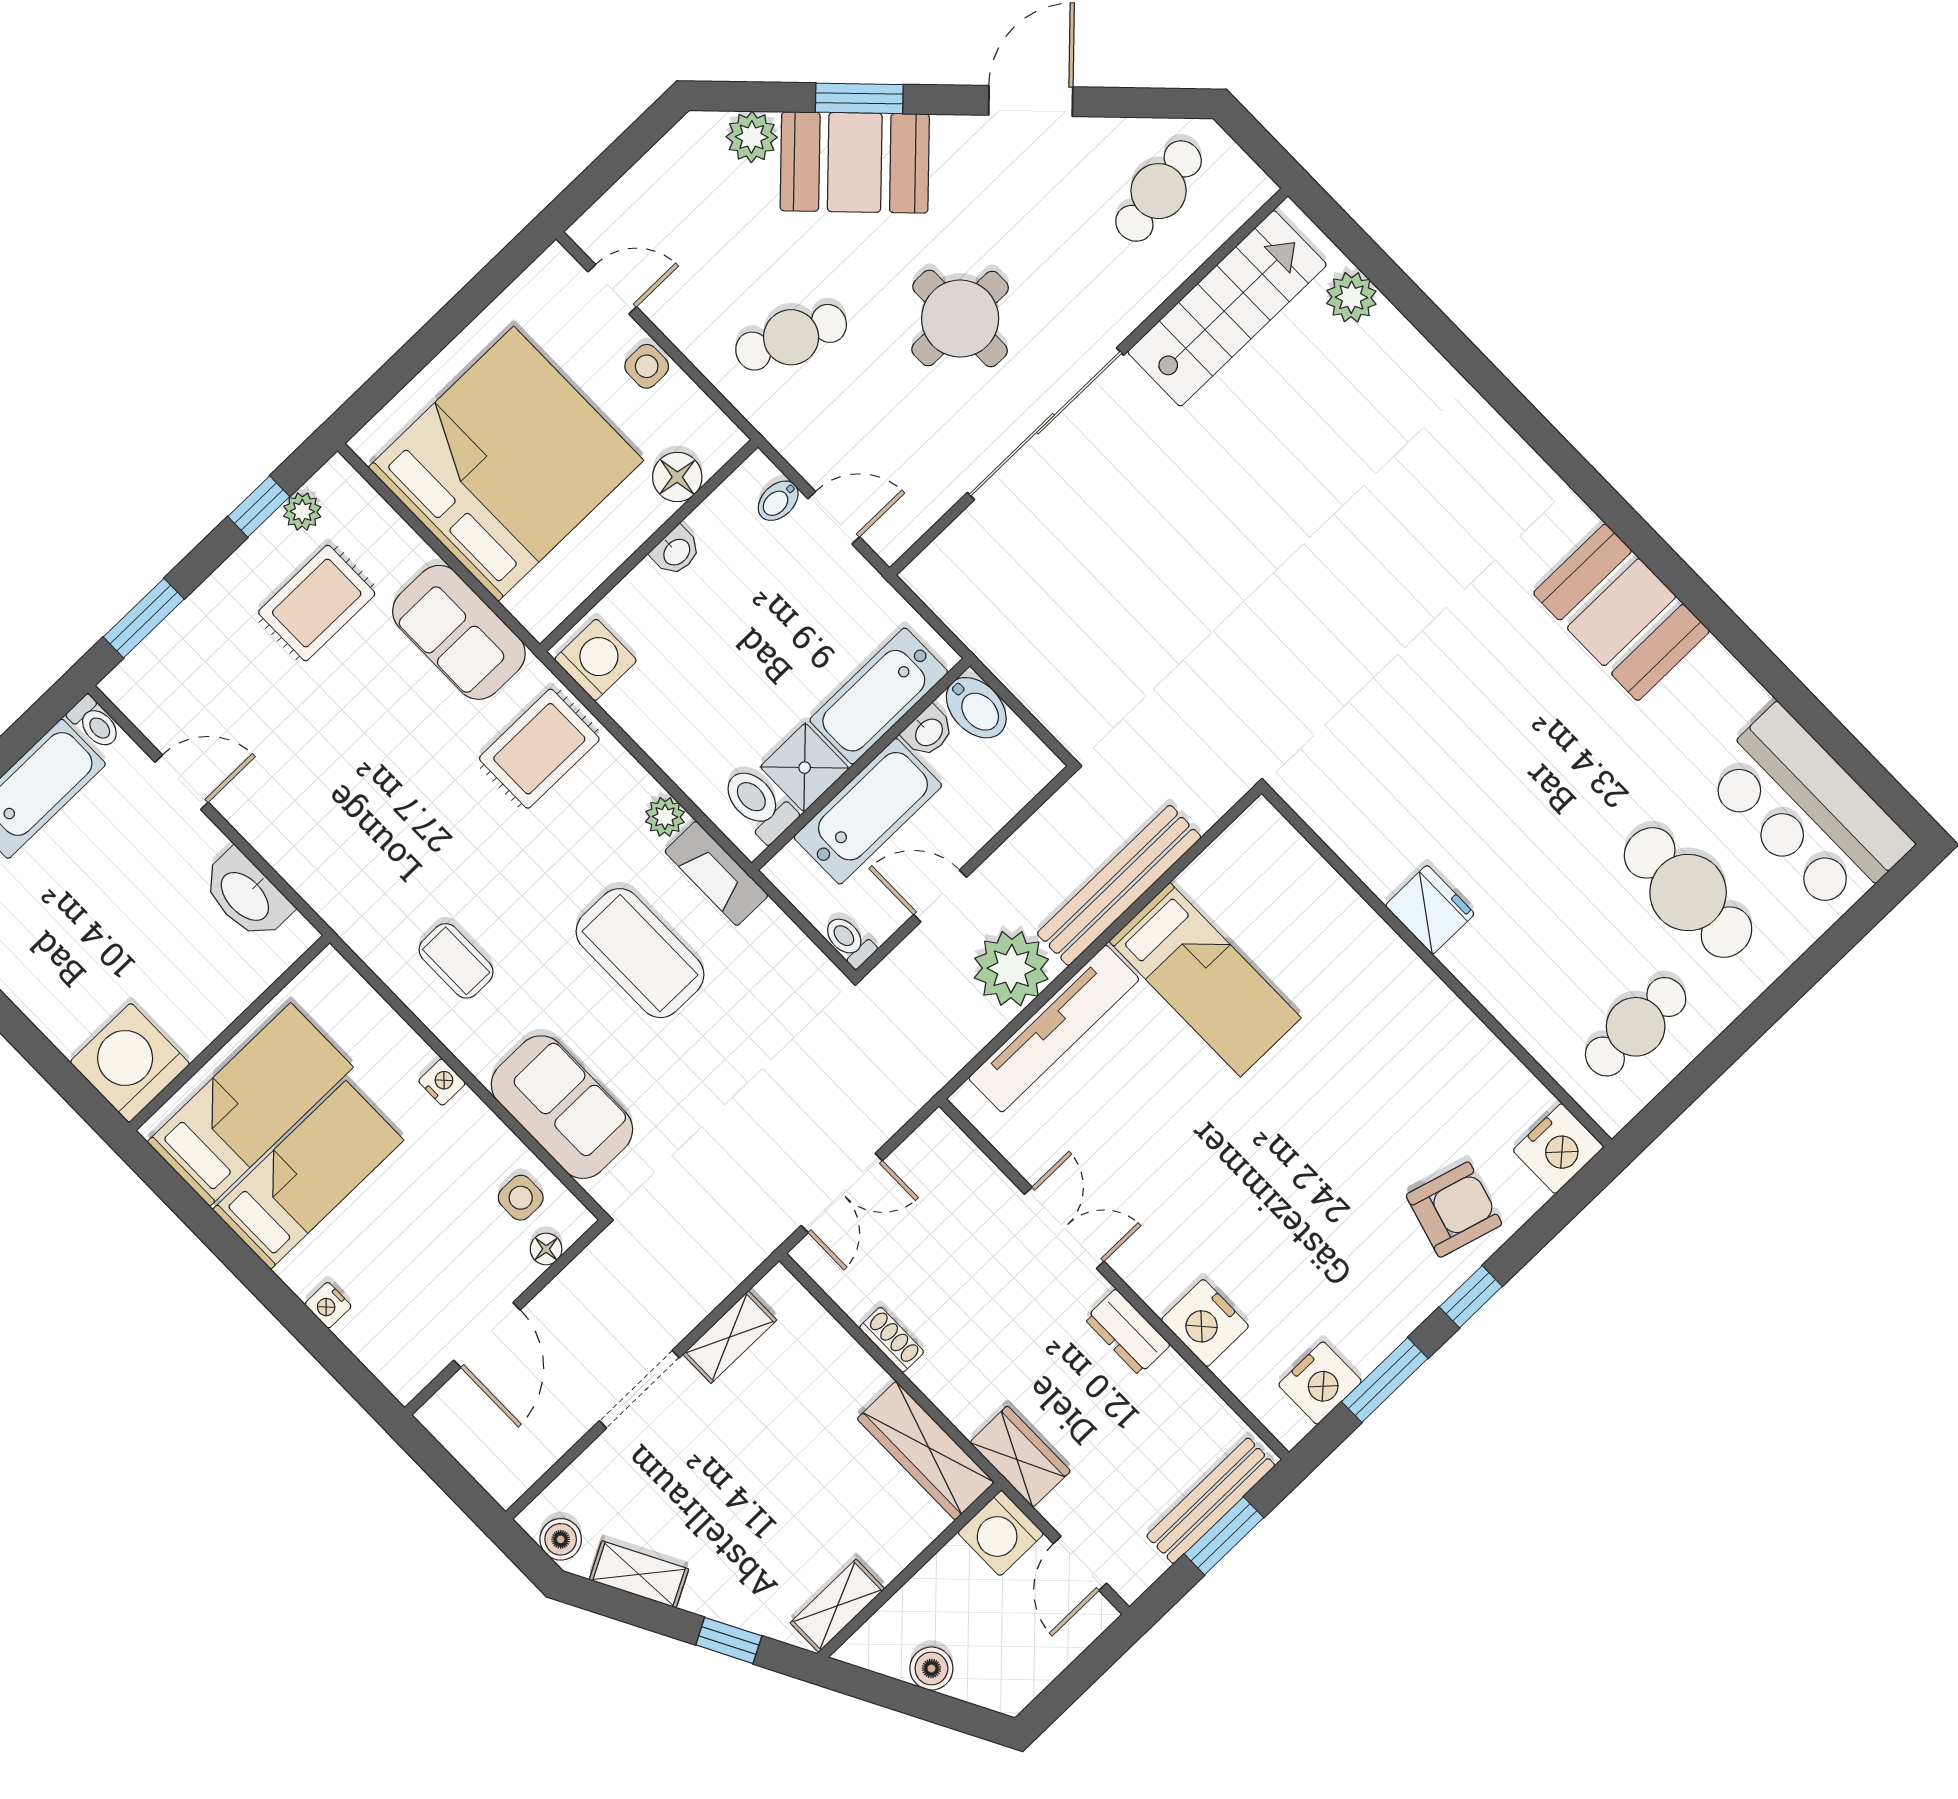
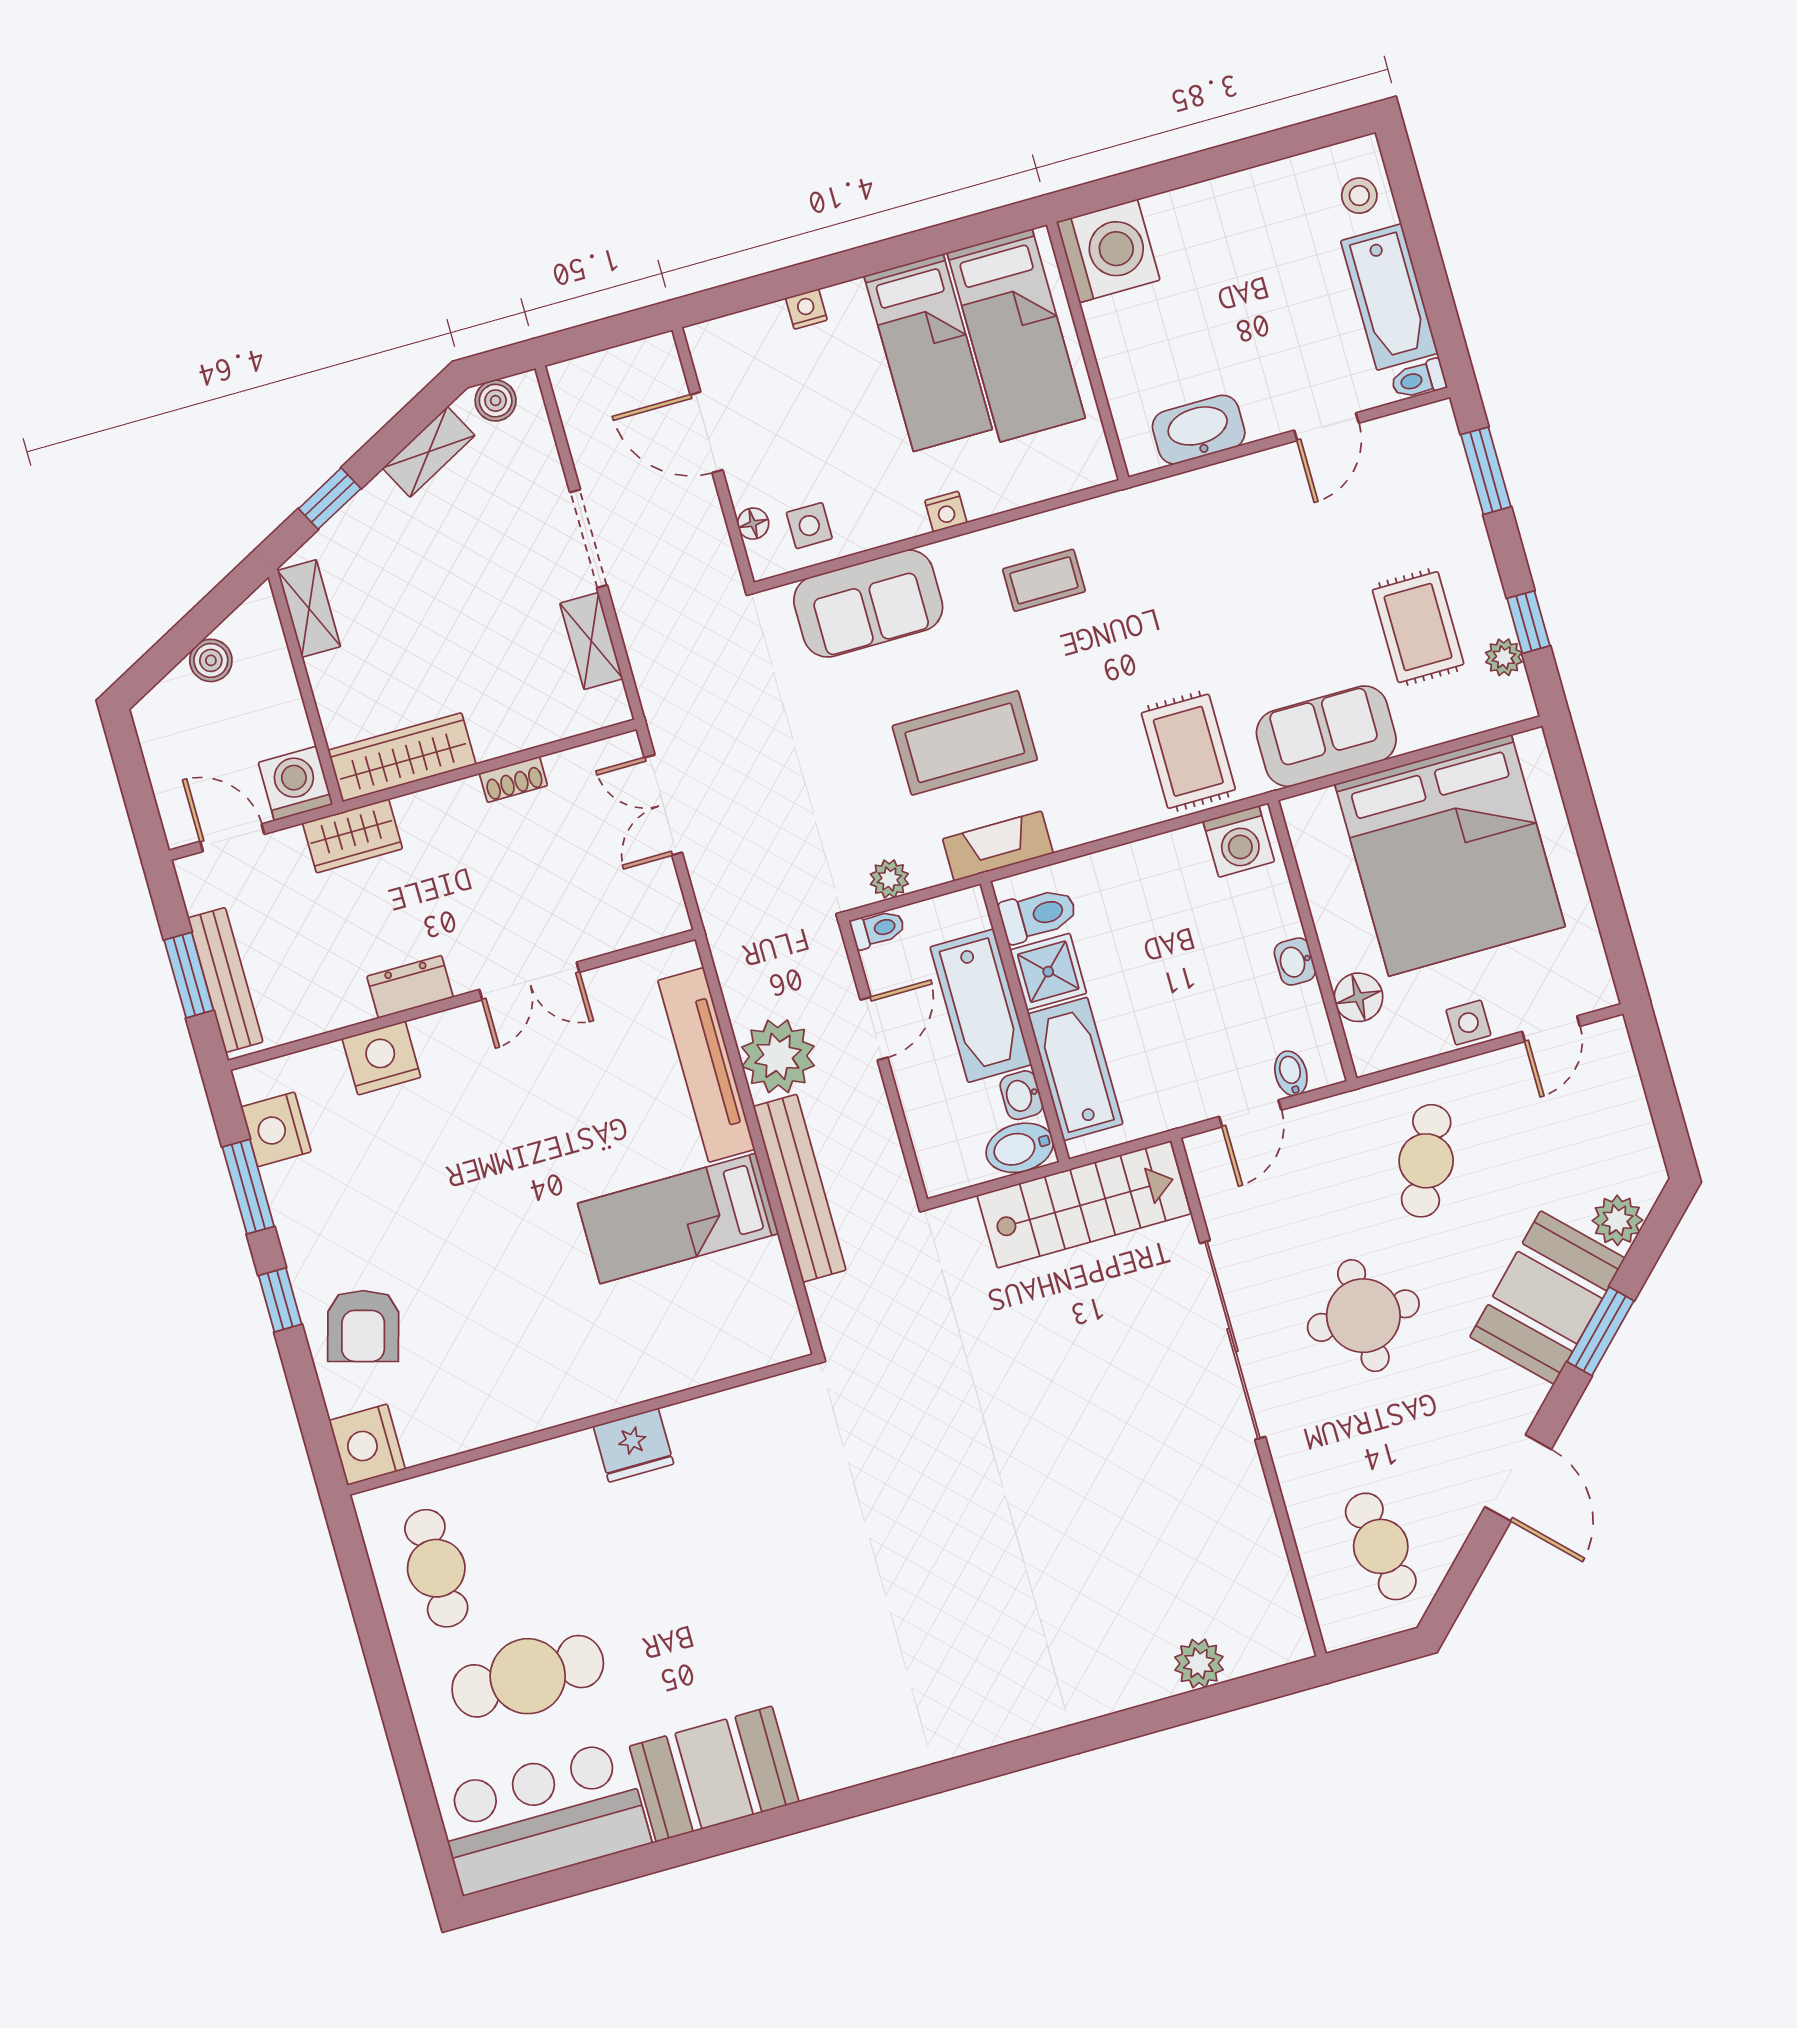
stairs: (1227, 308) -> (1084, 1204), moved, turned -90
booth: (1621, 612) -> (714, 1774), moved
plant: (665, 817) -> (889, 879), moved

